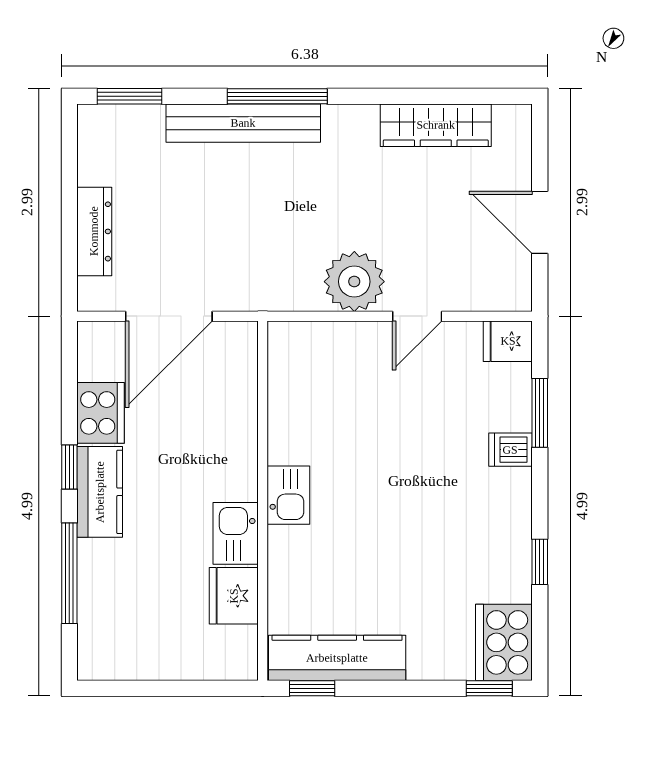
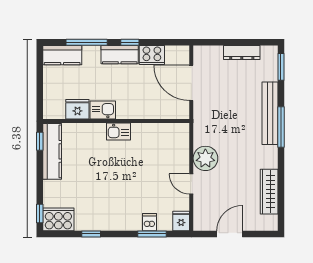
dresser: (94, 231) -> (242, 52), moved
dishwasher: (510, 450) -> (149, 222), moved
kitchen counter: (101, 633) -> (62, 55), added

